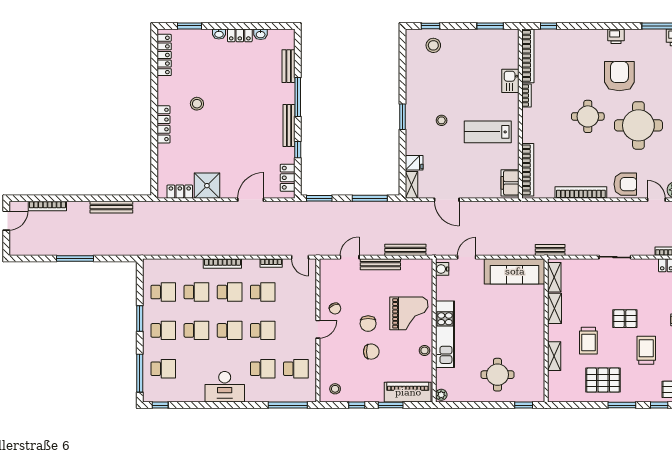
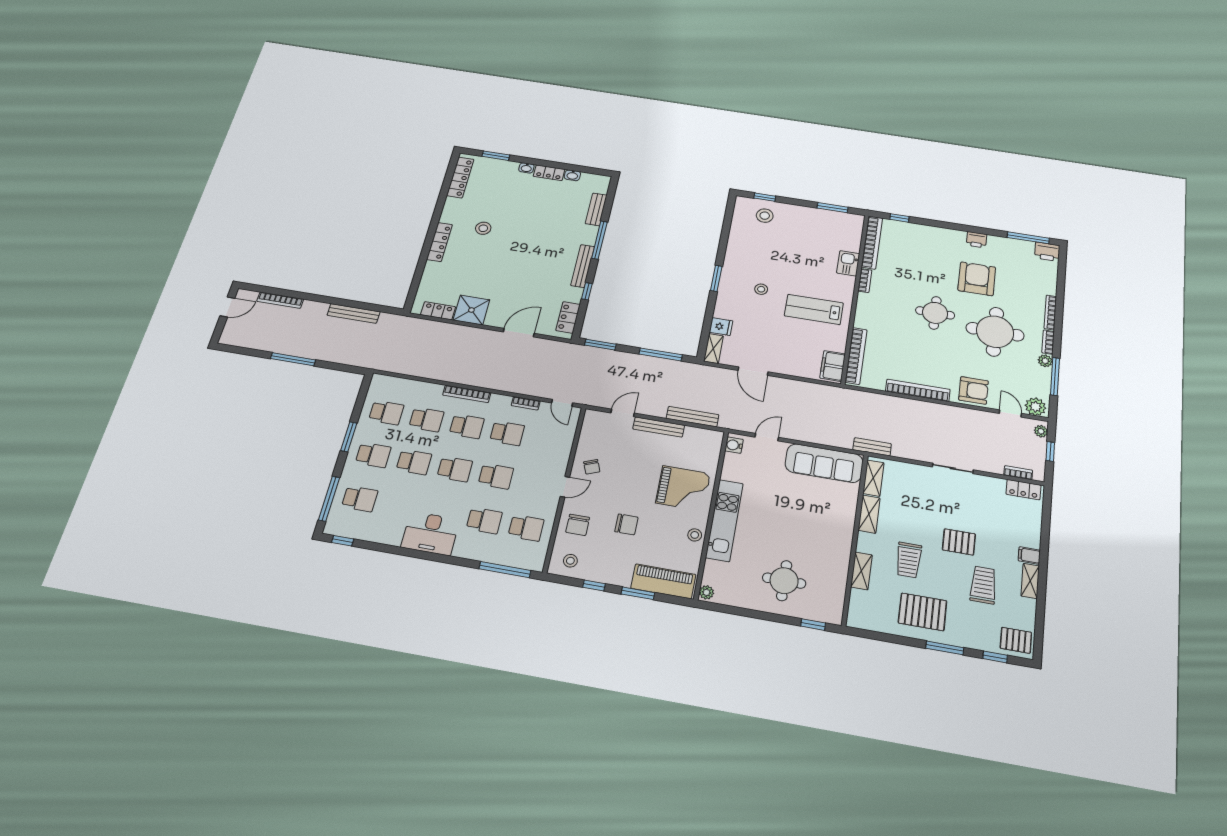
chair: (368, 324) -> (578, 525), moved

